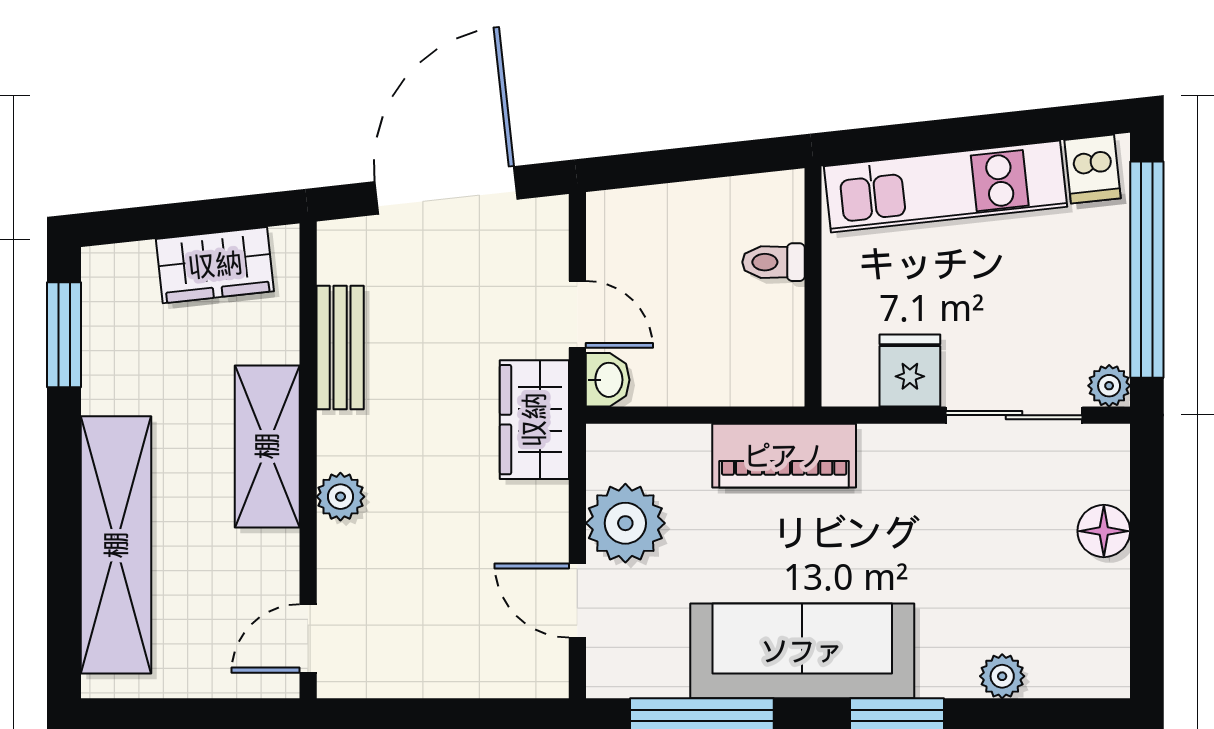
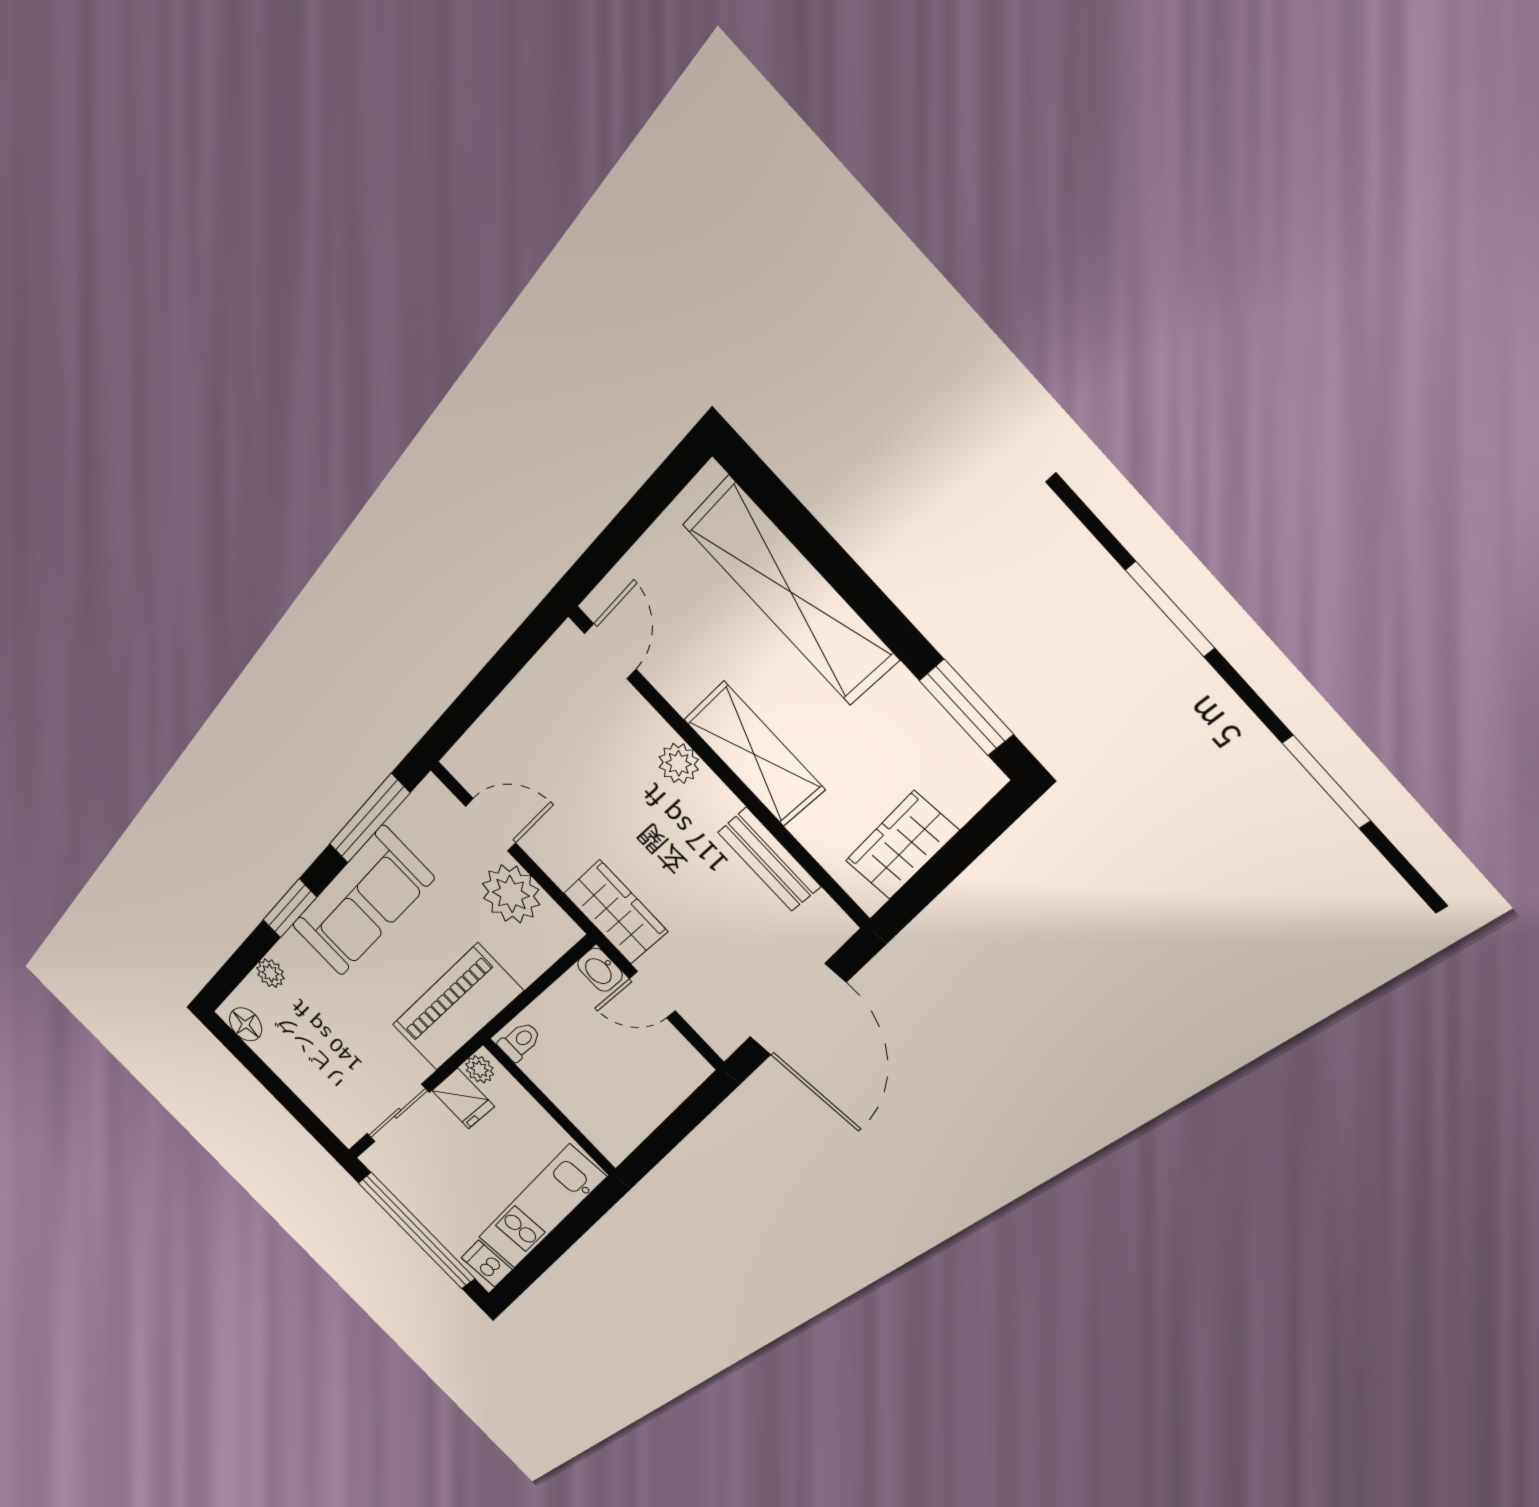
toilet: (774, 262) -> (520, 1041), moved
plant: (1109, 386) -> (480, 1069), moved
piano: (784, 456) -> (457, 1008), width x1.37, depth x1.33
floor lamp: (1104, 531) -> (246, 1024), moved

